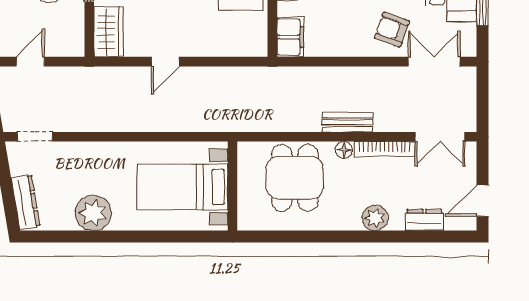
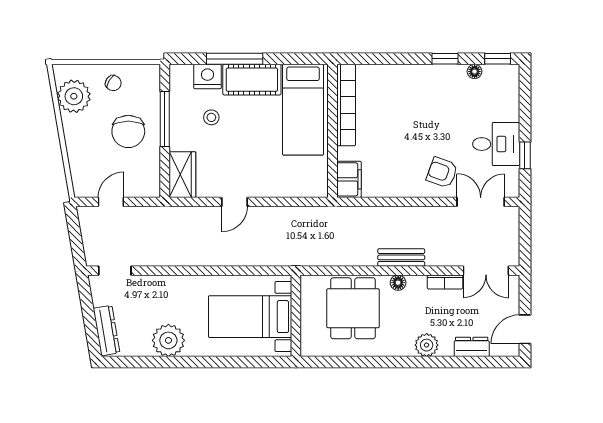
bookcase: (384, 149) -> (445, 282), width x0.64

